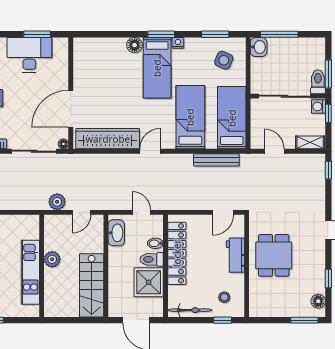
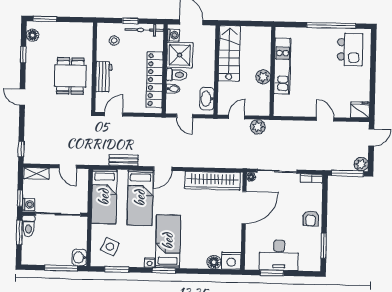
floor lamp: (135, 45) -> (214, 262), moved
nightstand: (84, 47) -> (231, 261), added
door: (150, 151) -> (163, 169), moved
bench: (216, 160) -> (124, 160), width x0.73
washing machine: (156, 305) -> (173, 35), added
window: (223, 320) -> (130, 21), moved

